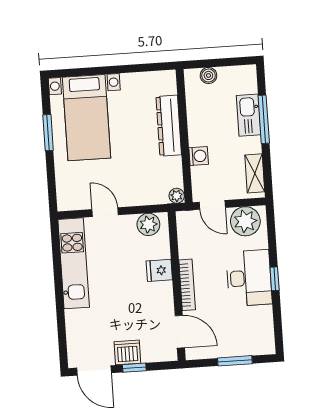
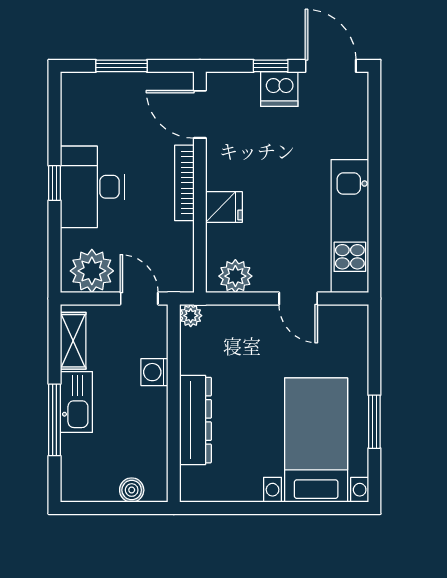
kitchen sink: (249, 115) -> (76, 402), moved

